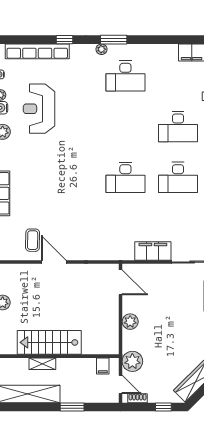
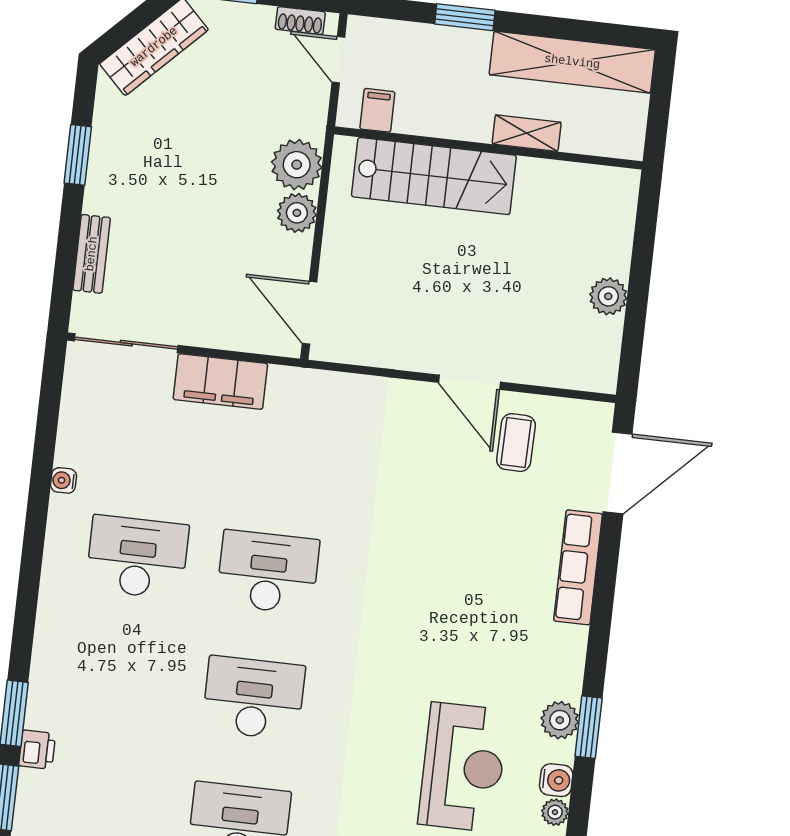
desk: (178, 127) -> (254, 698), moved
stairs: (49, 342) -> (434, 176), moved
plant: (132, 361) -> (297, 165), moved

